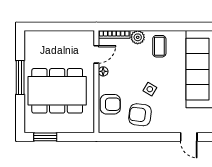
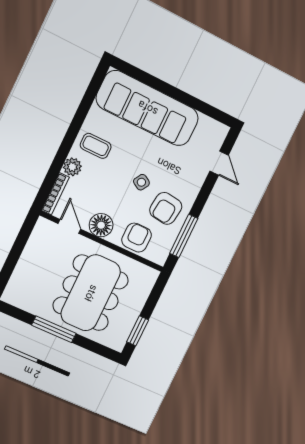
floor lamp: (103, 71) -> (101, 225), width x1.89, depth x1.89
window: (127, 137) -> (184, 236), added
door: (189, 137) -> (219, 163), hinge flipped

